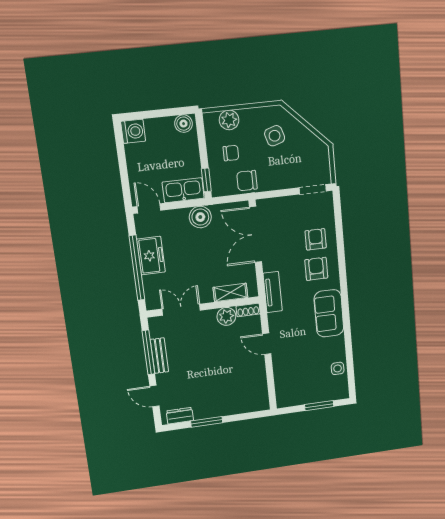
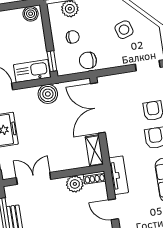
side table: (275, 136) -> (124, 30), moved
shelving: (230, 292) -> (94, 151), moved, turned 90
tv unit: (273, 292) -> (119, 175), moved

